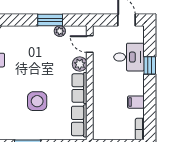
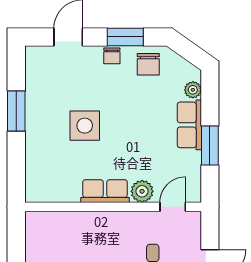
plant: (60, 31) -> (193, 90), moved
row of seats: (79, 121) -> (189, 125), moved, turned -90

